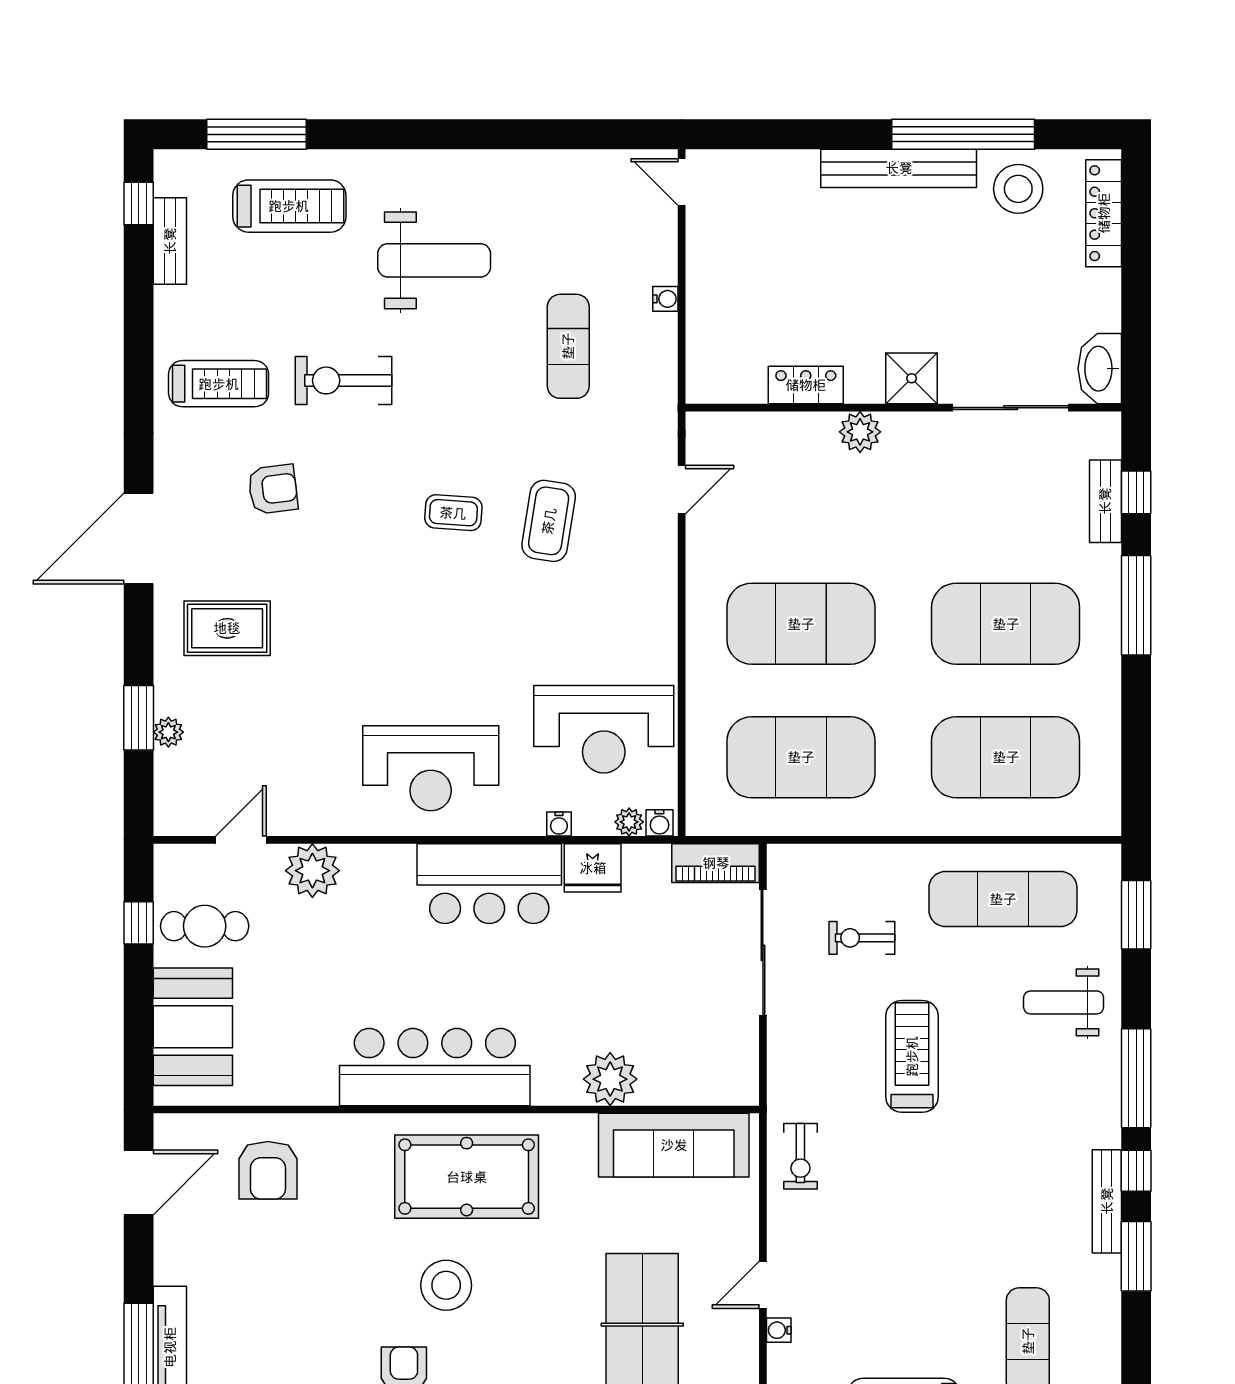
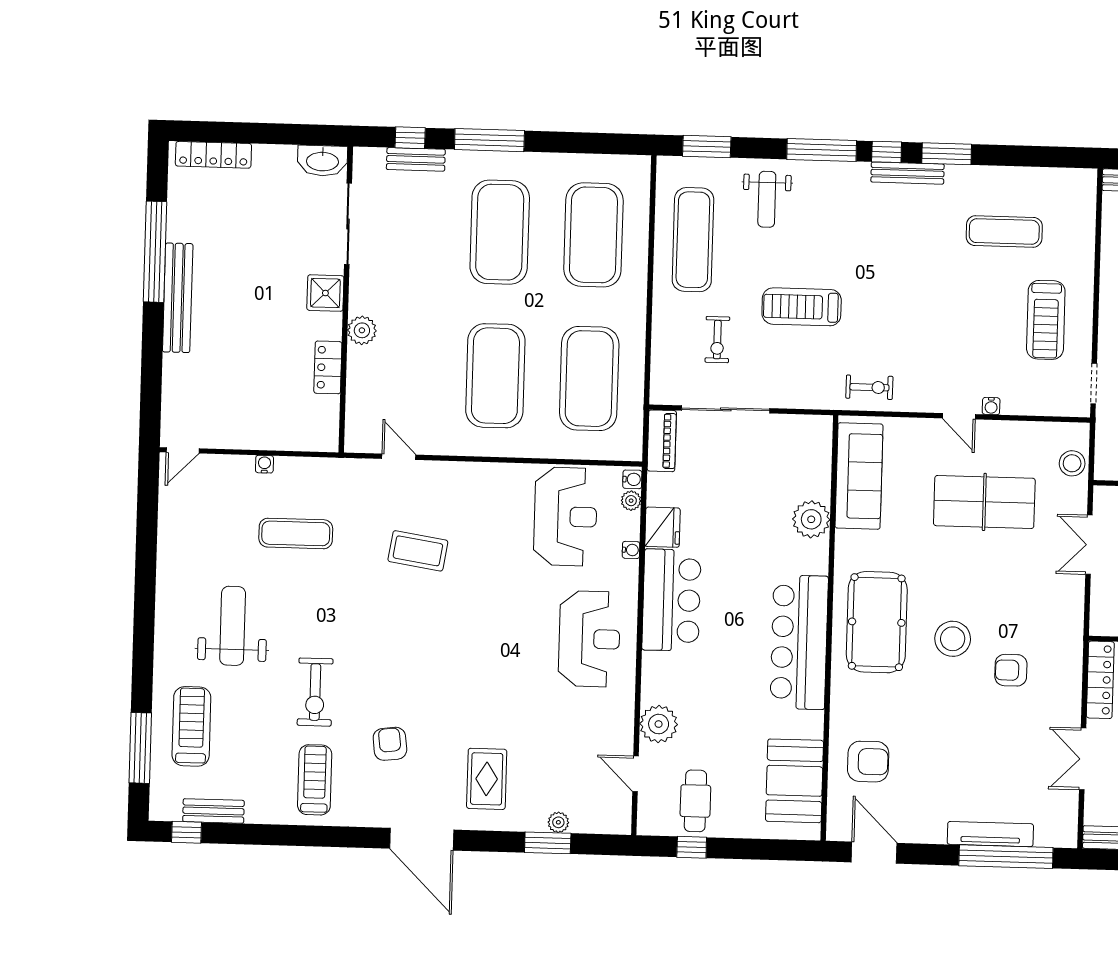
stool: (1018, 189) -> (195, 214), removed
coffee table: (453, 513) -> (410, 618), removed
booth: (193, 1027) -> (794, 781), moved, turned 90

